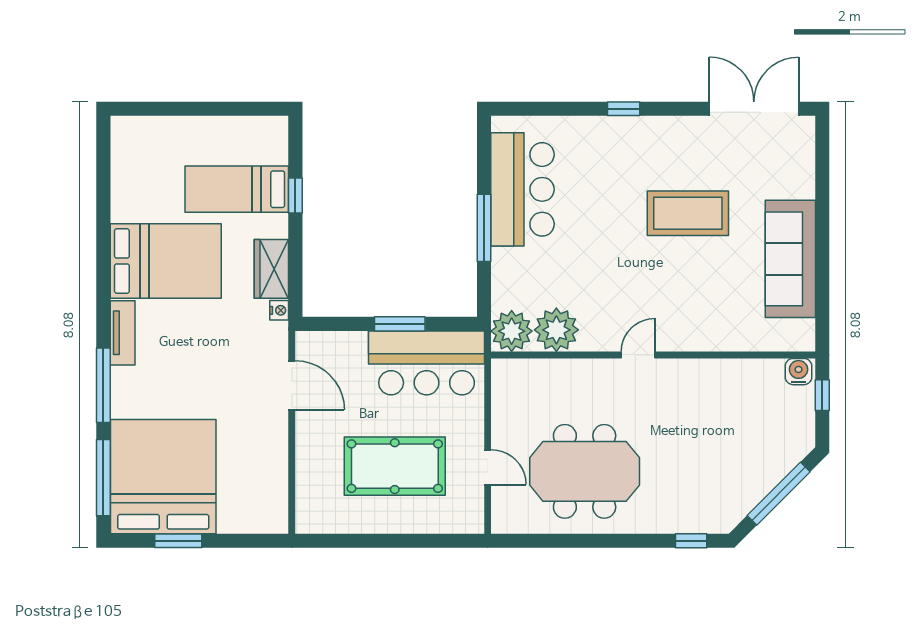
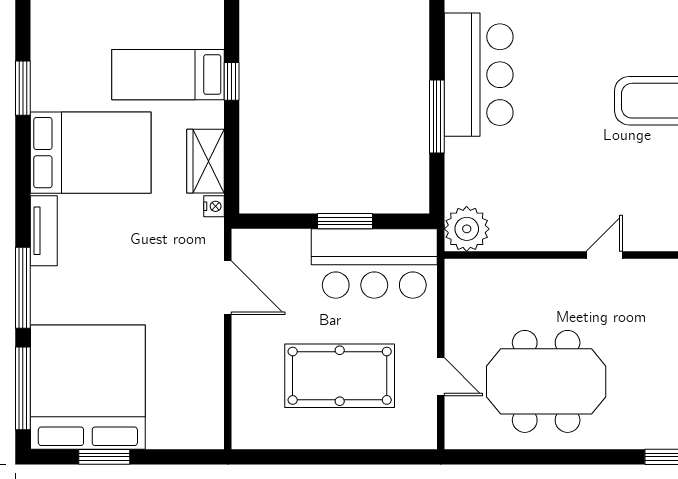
window: (103, 202) -> (23, 88), added
plant: (556, 330) -> (515, 227), removed

